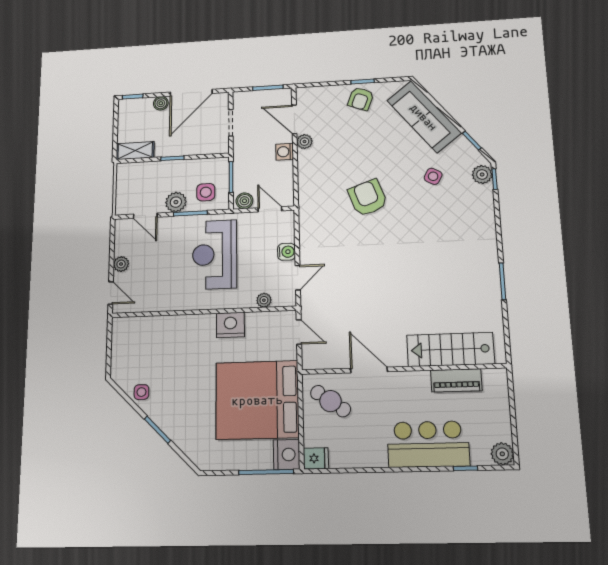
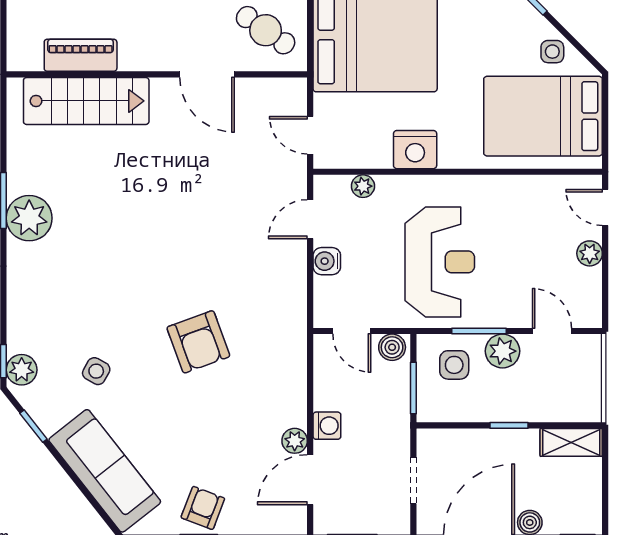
door: (294, 119) -> (310, 480), swing flipped
plant: (484, 271) -> (29, 218), added
bed: (148, 350) -> (543, 116), added

